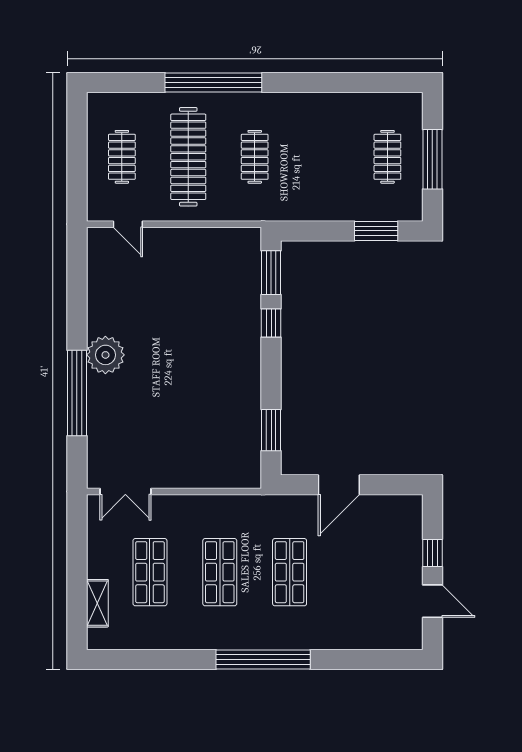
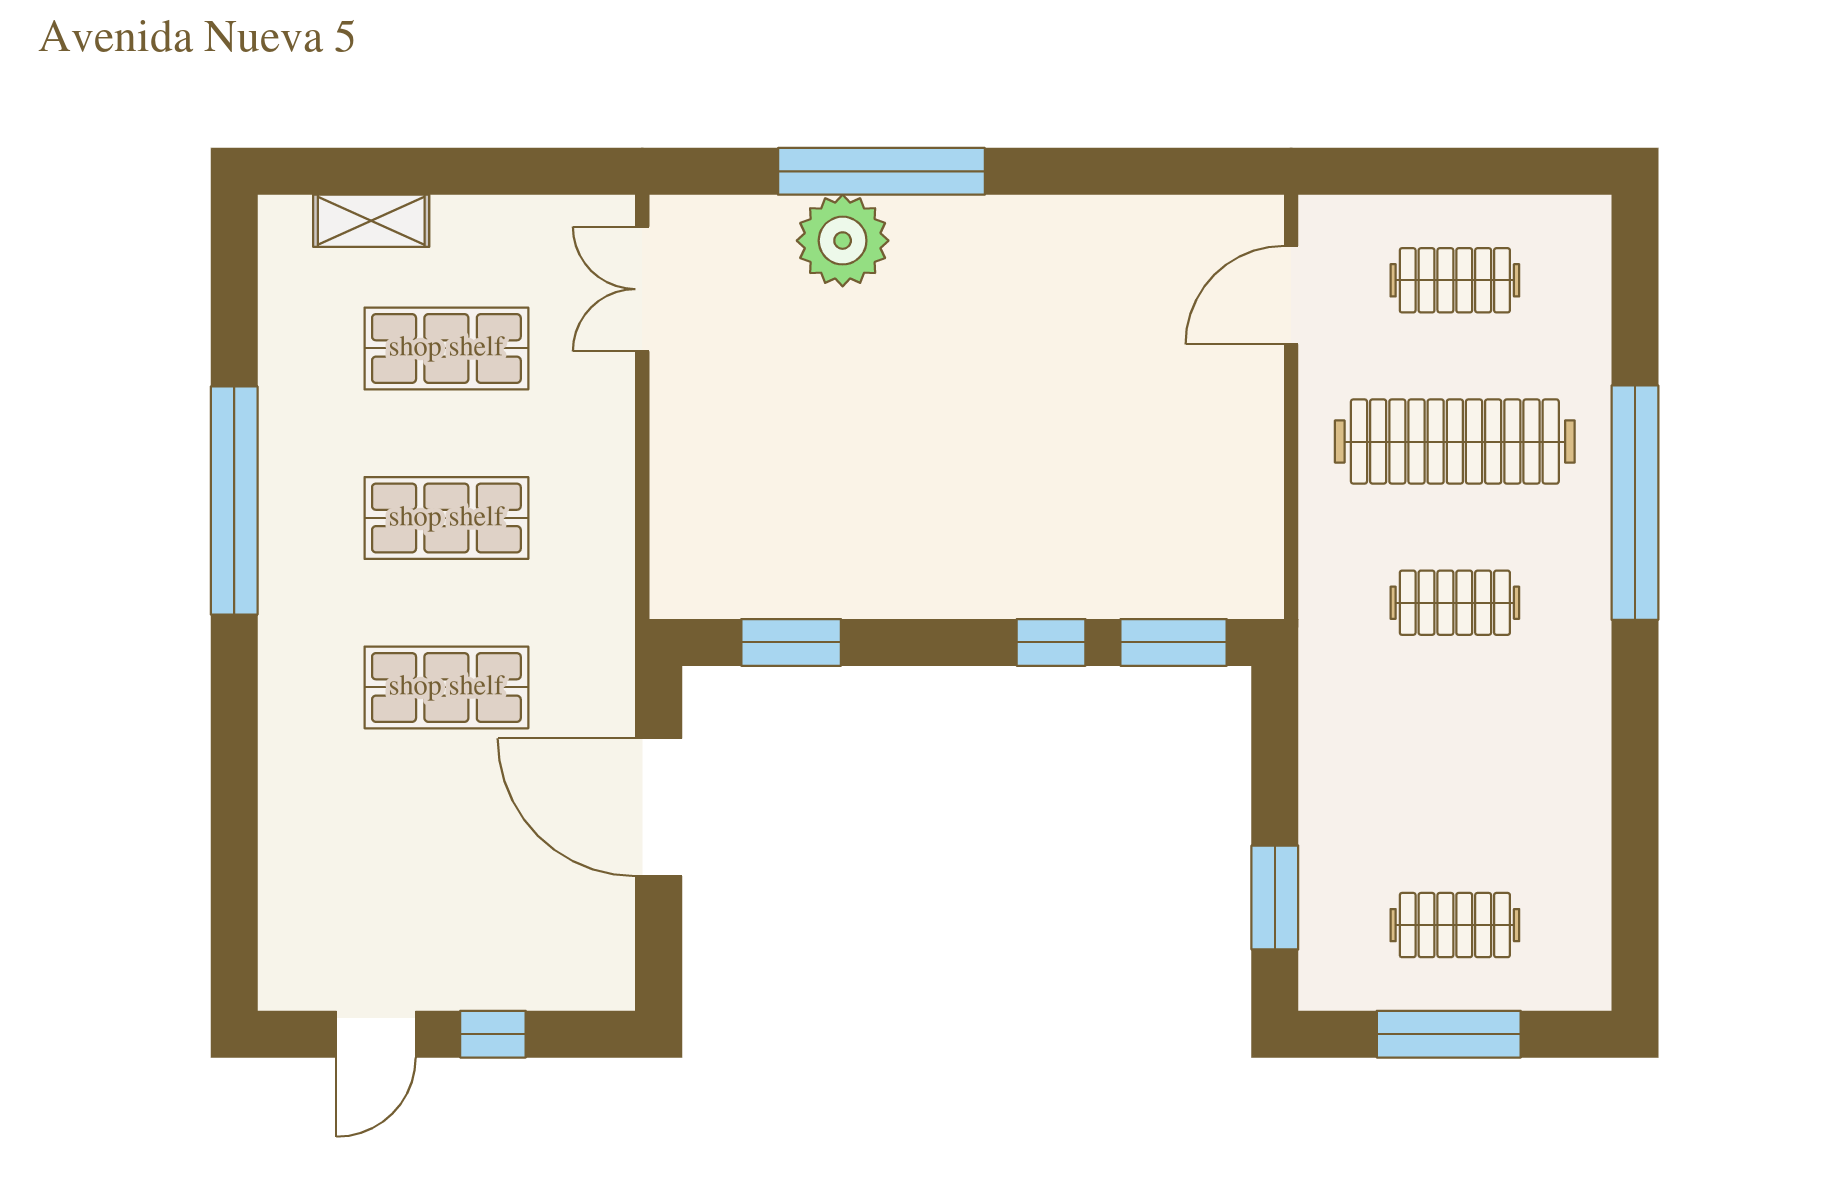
door: (128, 224) -> (1291, 295), width x1.38
plant: (105, 355) -> (843, 241), moved
door: (339, 485) -> (659, 807), width x1.36
window: (263, 660) -> (234, 500), moved

